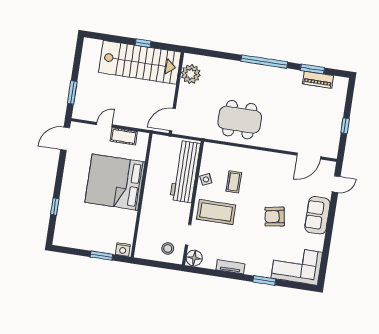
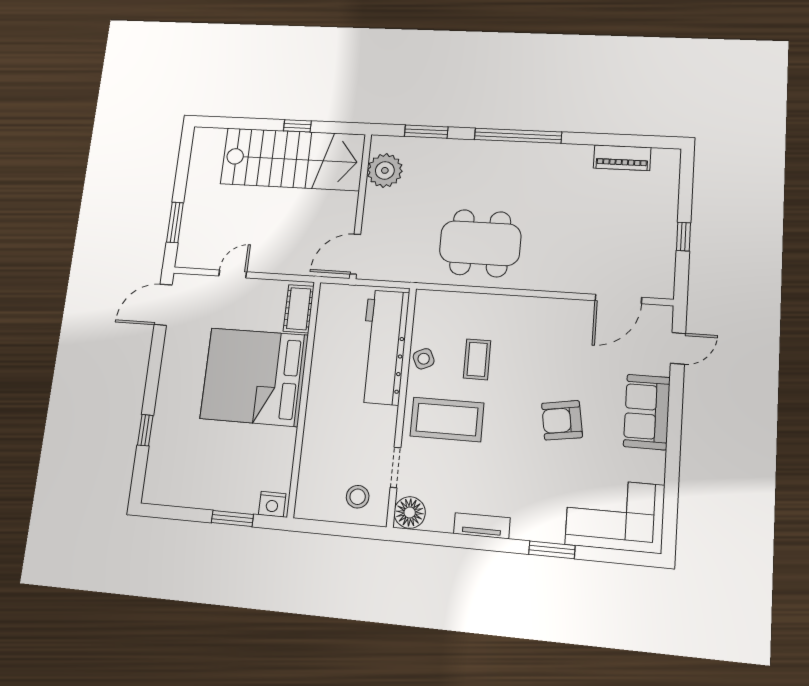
window: (312, 69) -> (426, 132), moved
cot: (124, 136) -> (299, 309), moved, turned 90

